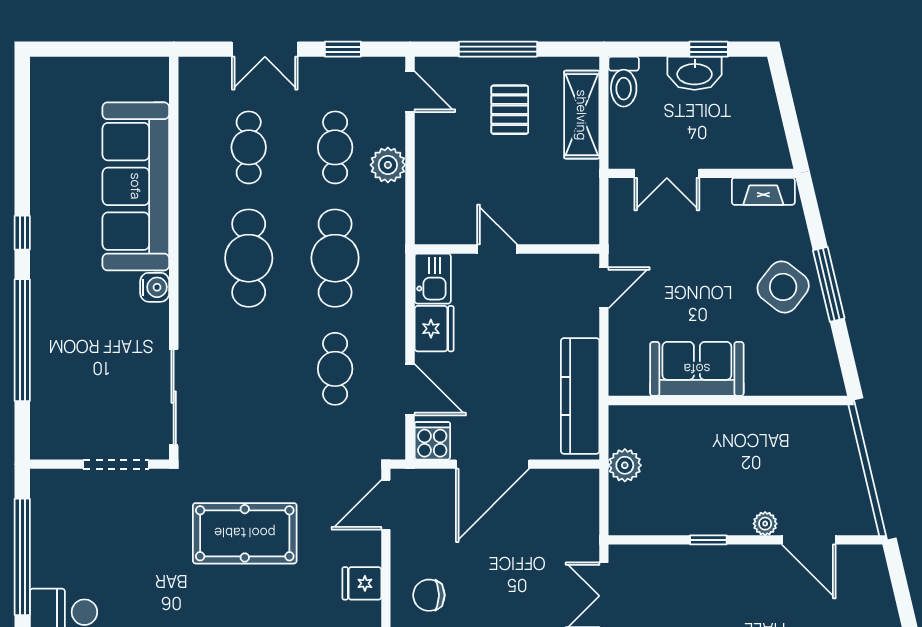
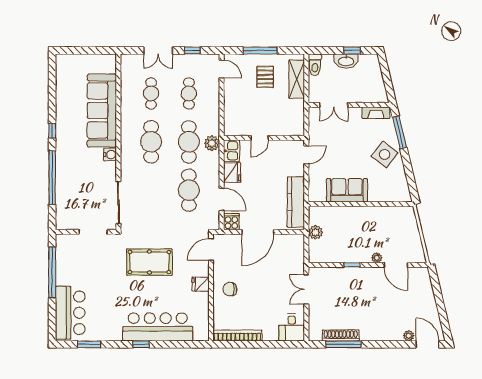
plant: (388, 165) -> (212, 143), moved
door: (497, 249) -> (260, 138), swing flipped
window: (829, 284) -> (400, 132), moved
cafe table: (335, 369) -> (189, 190), width x1.37, depth x1.35

